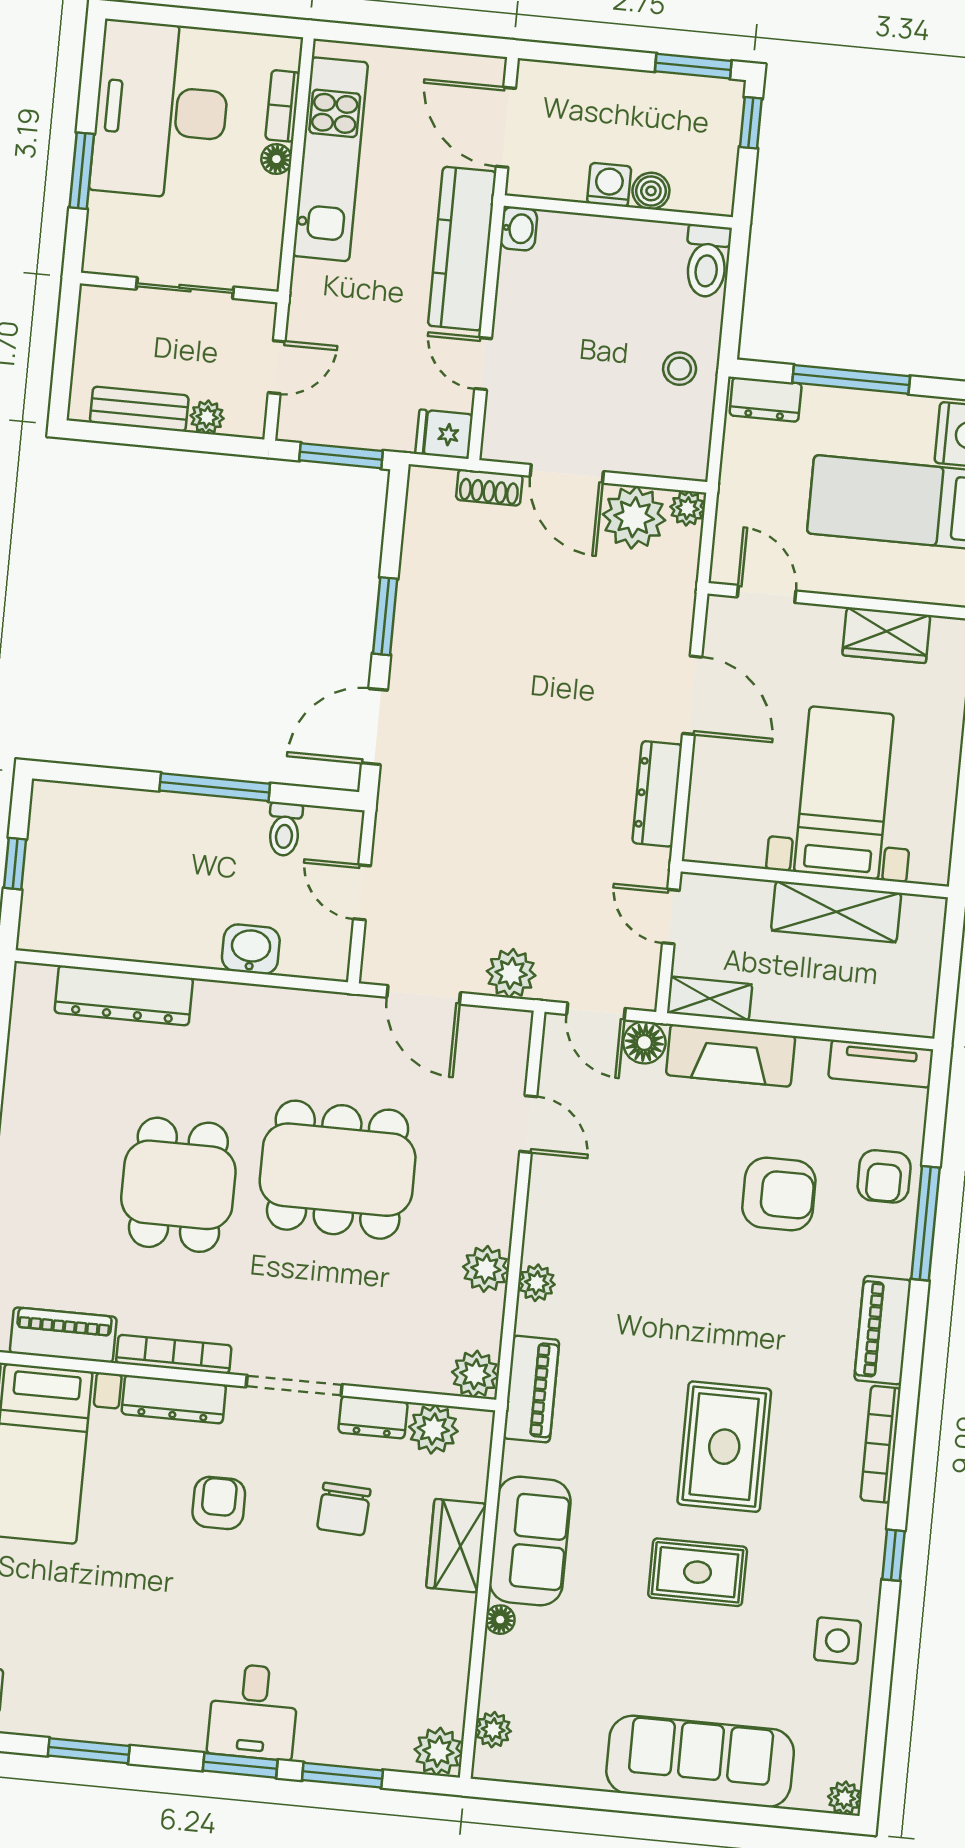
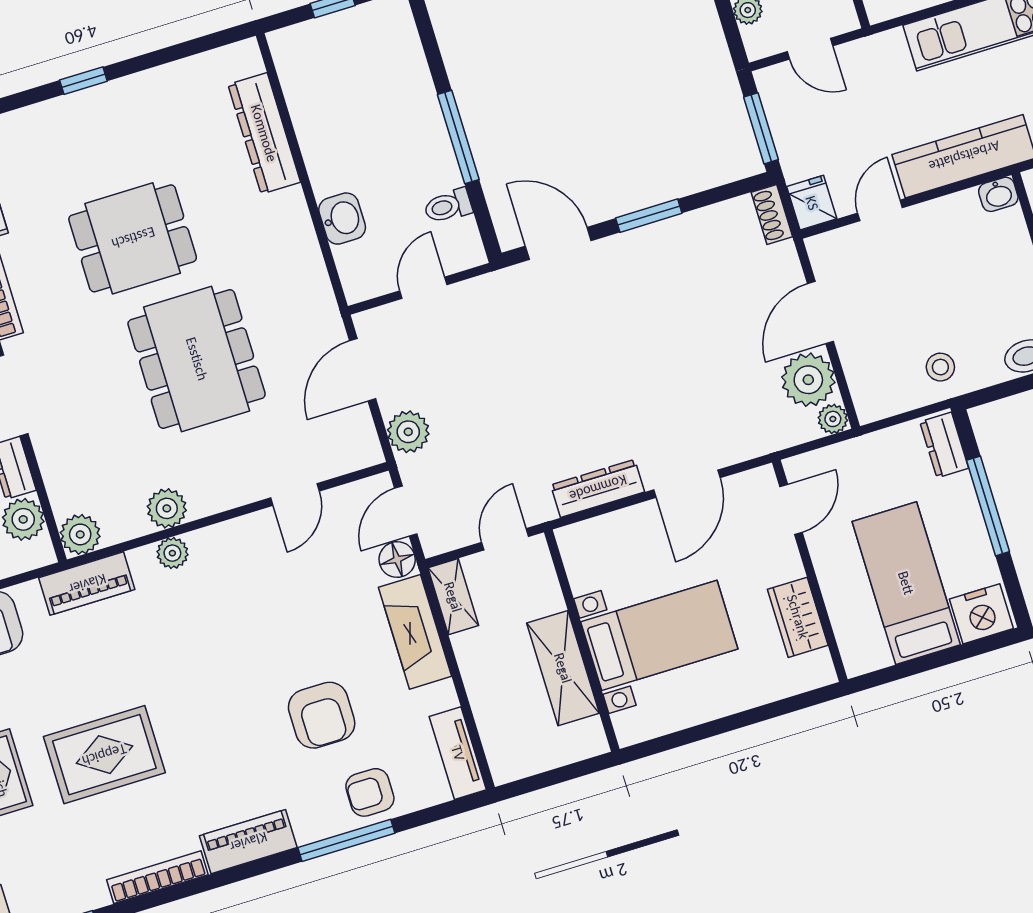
shoe rack: (489, 487) -> (772, 214), moved

